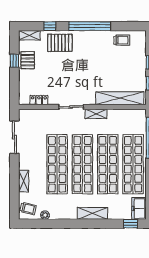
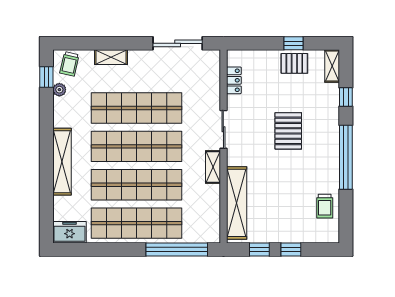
pallet: (60, 43) -> (288, 131), moved
shelving: (93, 213) -> (62, 162), width x1.47
window: (131, 224) -> (46, 77), moved

